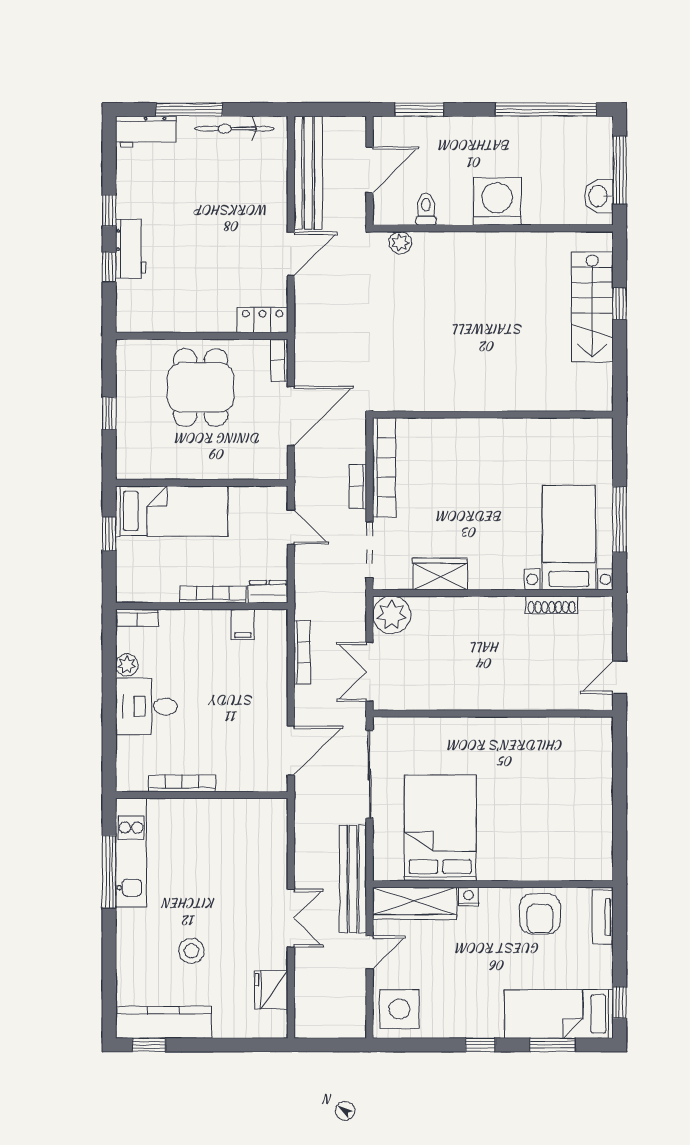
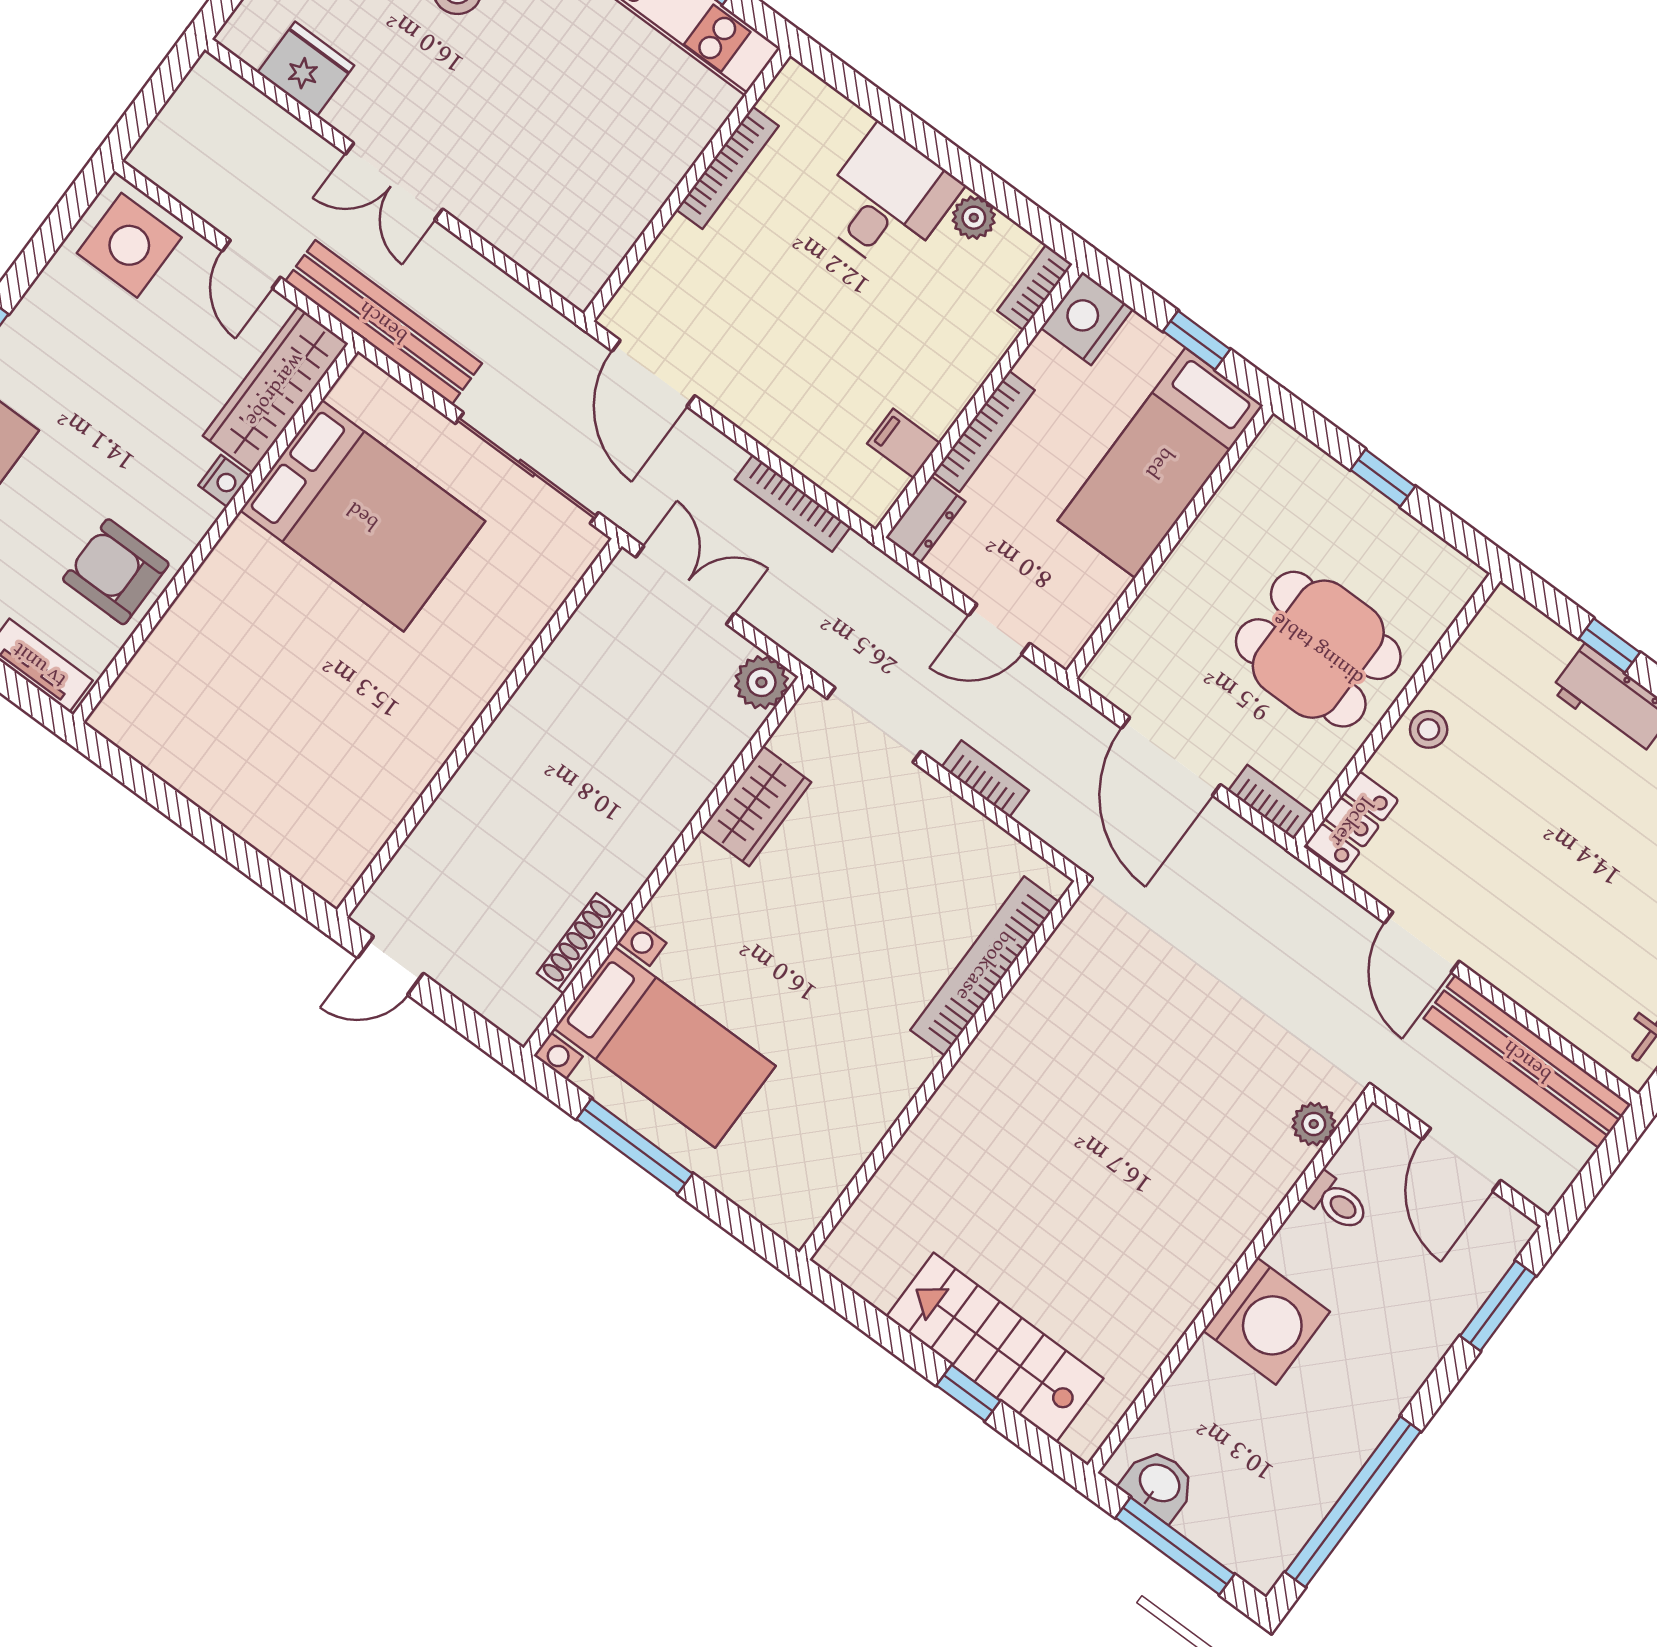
stool: (200, 317) -> (1429, 729), added
bookcase: (384, 467) -> (985, 966), moved, turned 90
nightstand: (134, 586) -> (1087, 318), added
plant: (392, 615) -> (761, 682), width x0.73, depth x0.73
door: (620, 677) -> (390, 966), swing flipped

